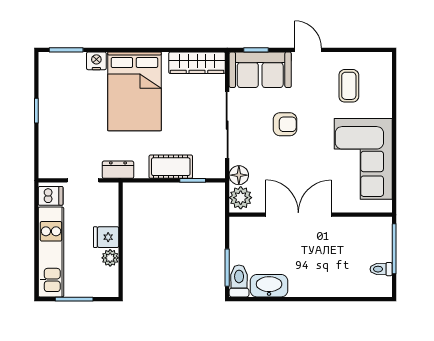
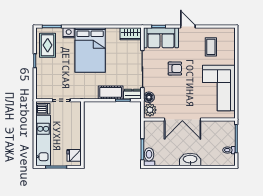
wardrobe: (197, 63) -> (131, 34), width x0.67
rug: (59, 83) -> (48, 45), added
dresser: (118, 170) -> (132, 94), moved
double door: (298, 215) -> (182, 119), swing flipped
fridge: (106, 237) -> (74, 155), moved
plant: (110, 258) -> (76, 144), removed
washbasin: (269, 286) -> (190, 159), moved

